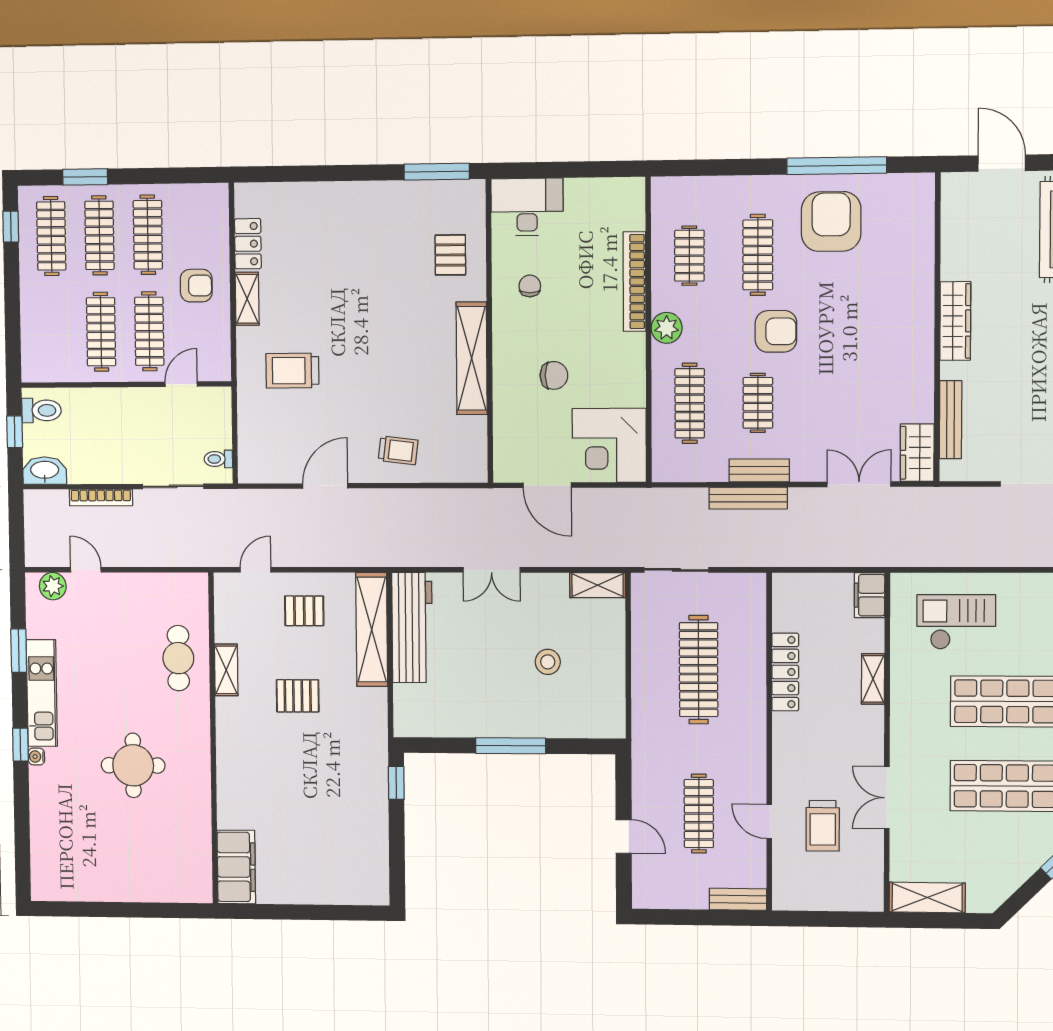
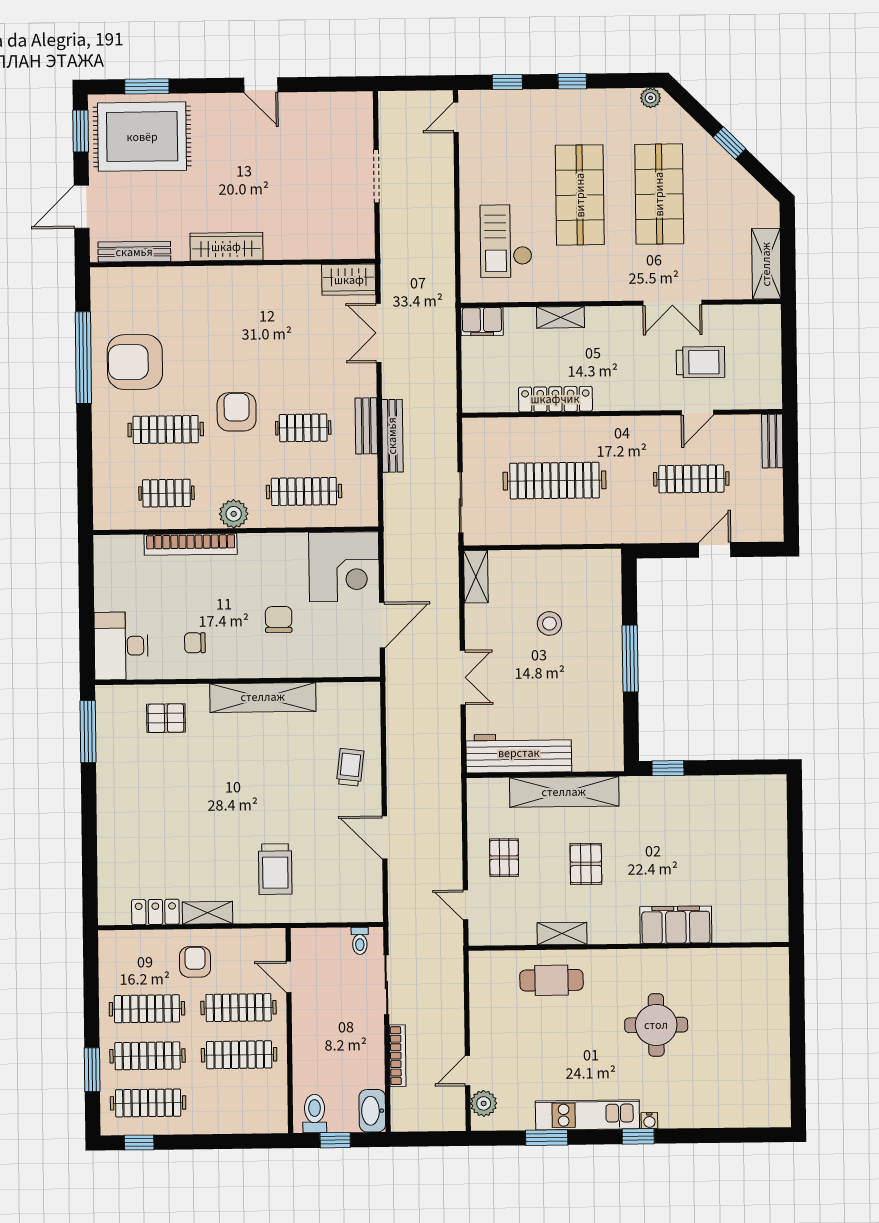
bench: (951, 420) -> (134, 252), moved
shelving: (372, 629) -> (564, 792), moved
filing cabinet: (236, 867) -> (676, 925), moved

